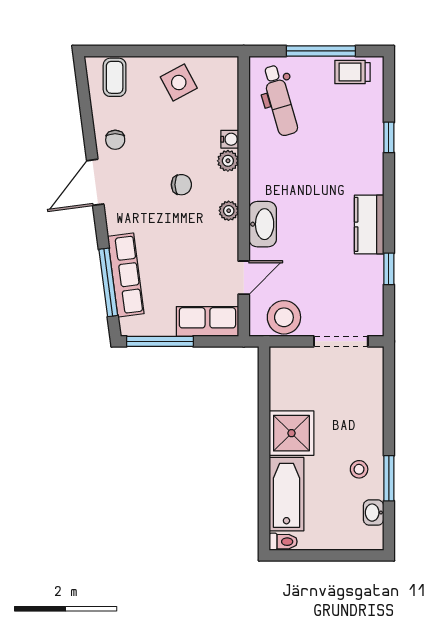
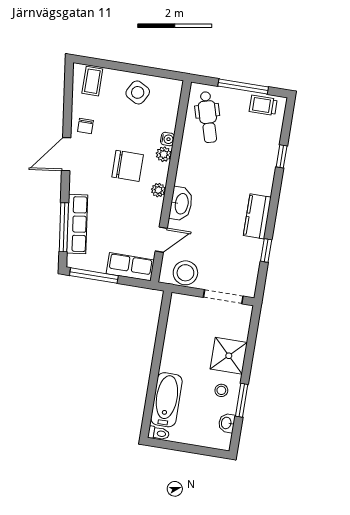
side table: (179, 82) -> (138, 92), turned -33
chair: (181, 185) -> (128, 166), width x1.87, depth x1.87
shower: (291, 433) -> (229, 356), moved

